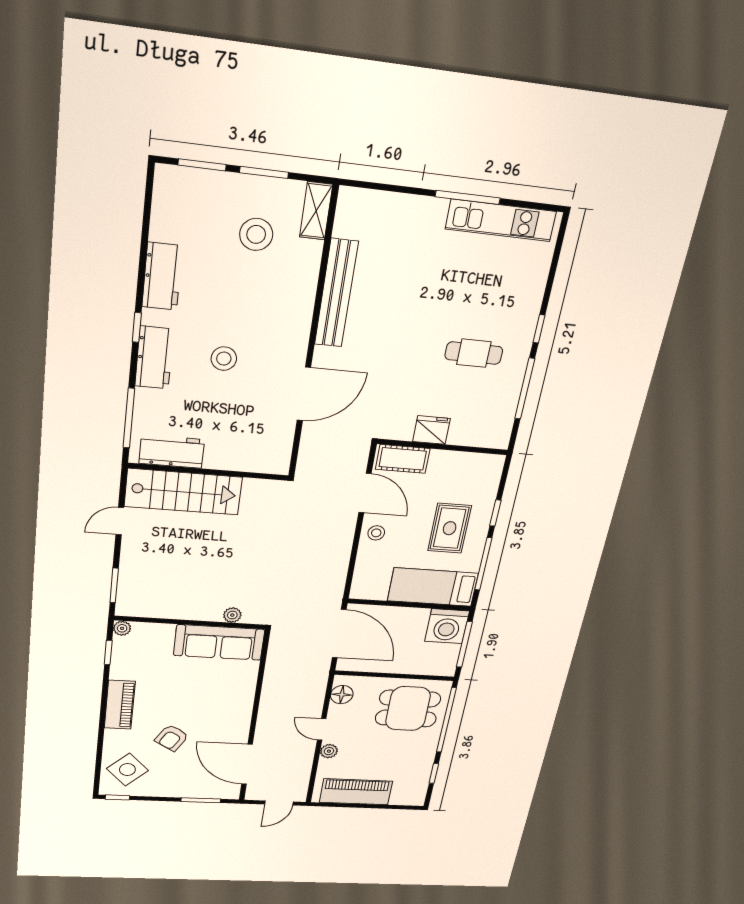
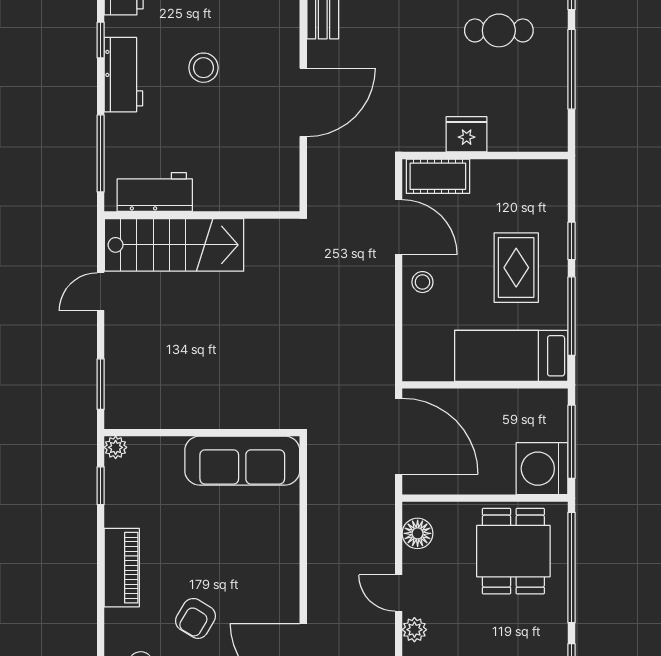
plant: (232, 615) -> (255, 417), removed
washing machine: (447, 626) -> (542, 469), moved, turned 90
dining table: (408, 709) -> (513, 551), turned 90

